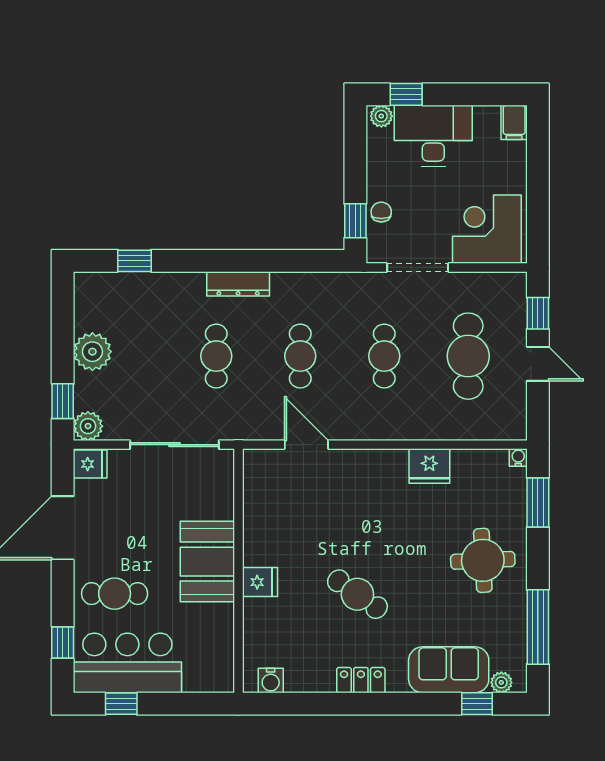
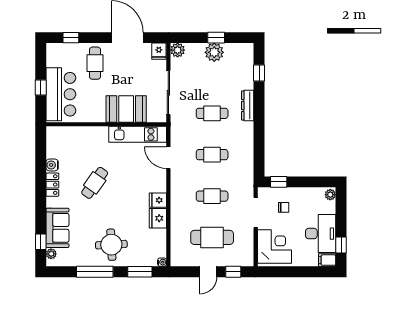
window: (406, 94) -> (341, 245), moved
desk: (433, 136) -> (321, 234), moved
chair: (381, 212) -> (284, 207), moved
dresser: (238, 284) -> (248, 106), moved
window: (63, 401) -> (216, 38), moved
door: (306, 445) -> (168, 158), swing flipped
kitchen unit: (259, 507) -> (138, 134), added
booth: (207, 562) -> (126, 109), moved
fridge: (260, 582) -> (158, 200), moved, turned 90
window: (538, 627) -> (95, 272), moved
bar counter: (127, 663) -> (61, 94), moved
water cooler: (271, 681) -> (52, 165), moved
window: (121, 704) -> (41, 88), moved

